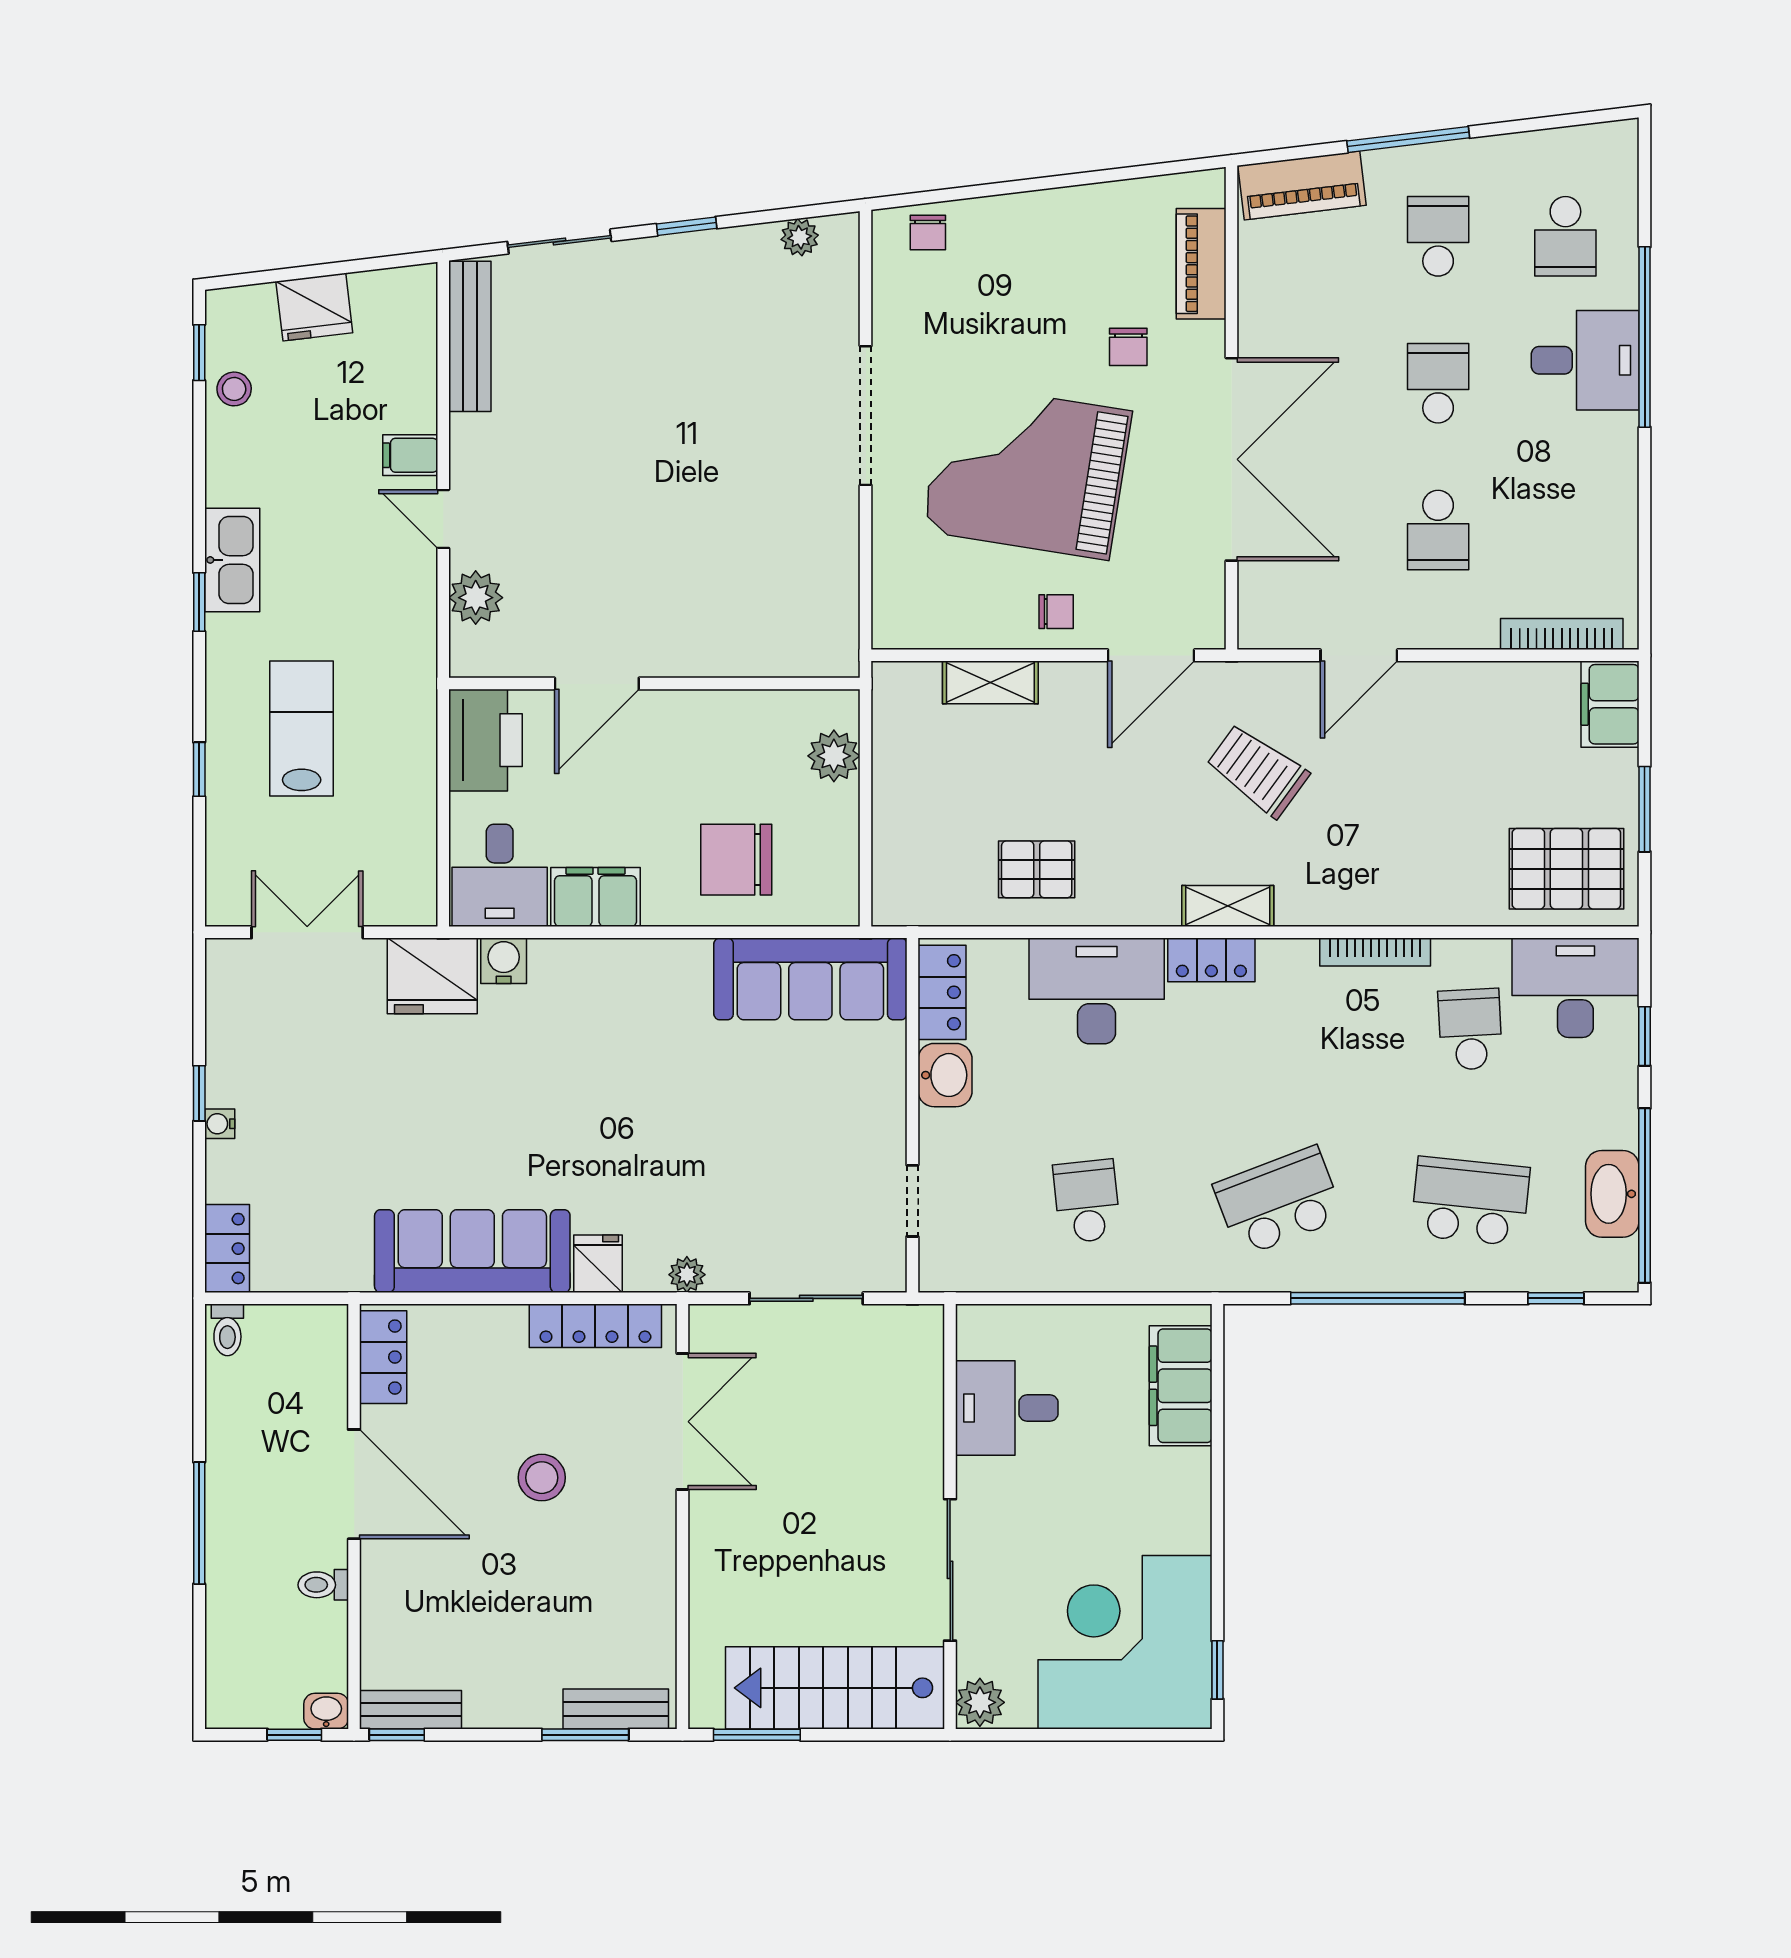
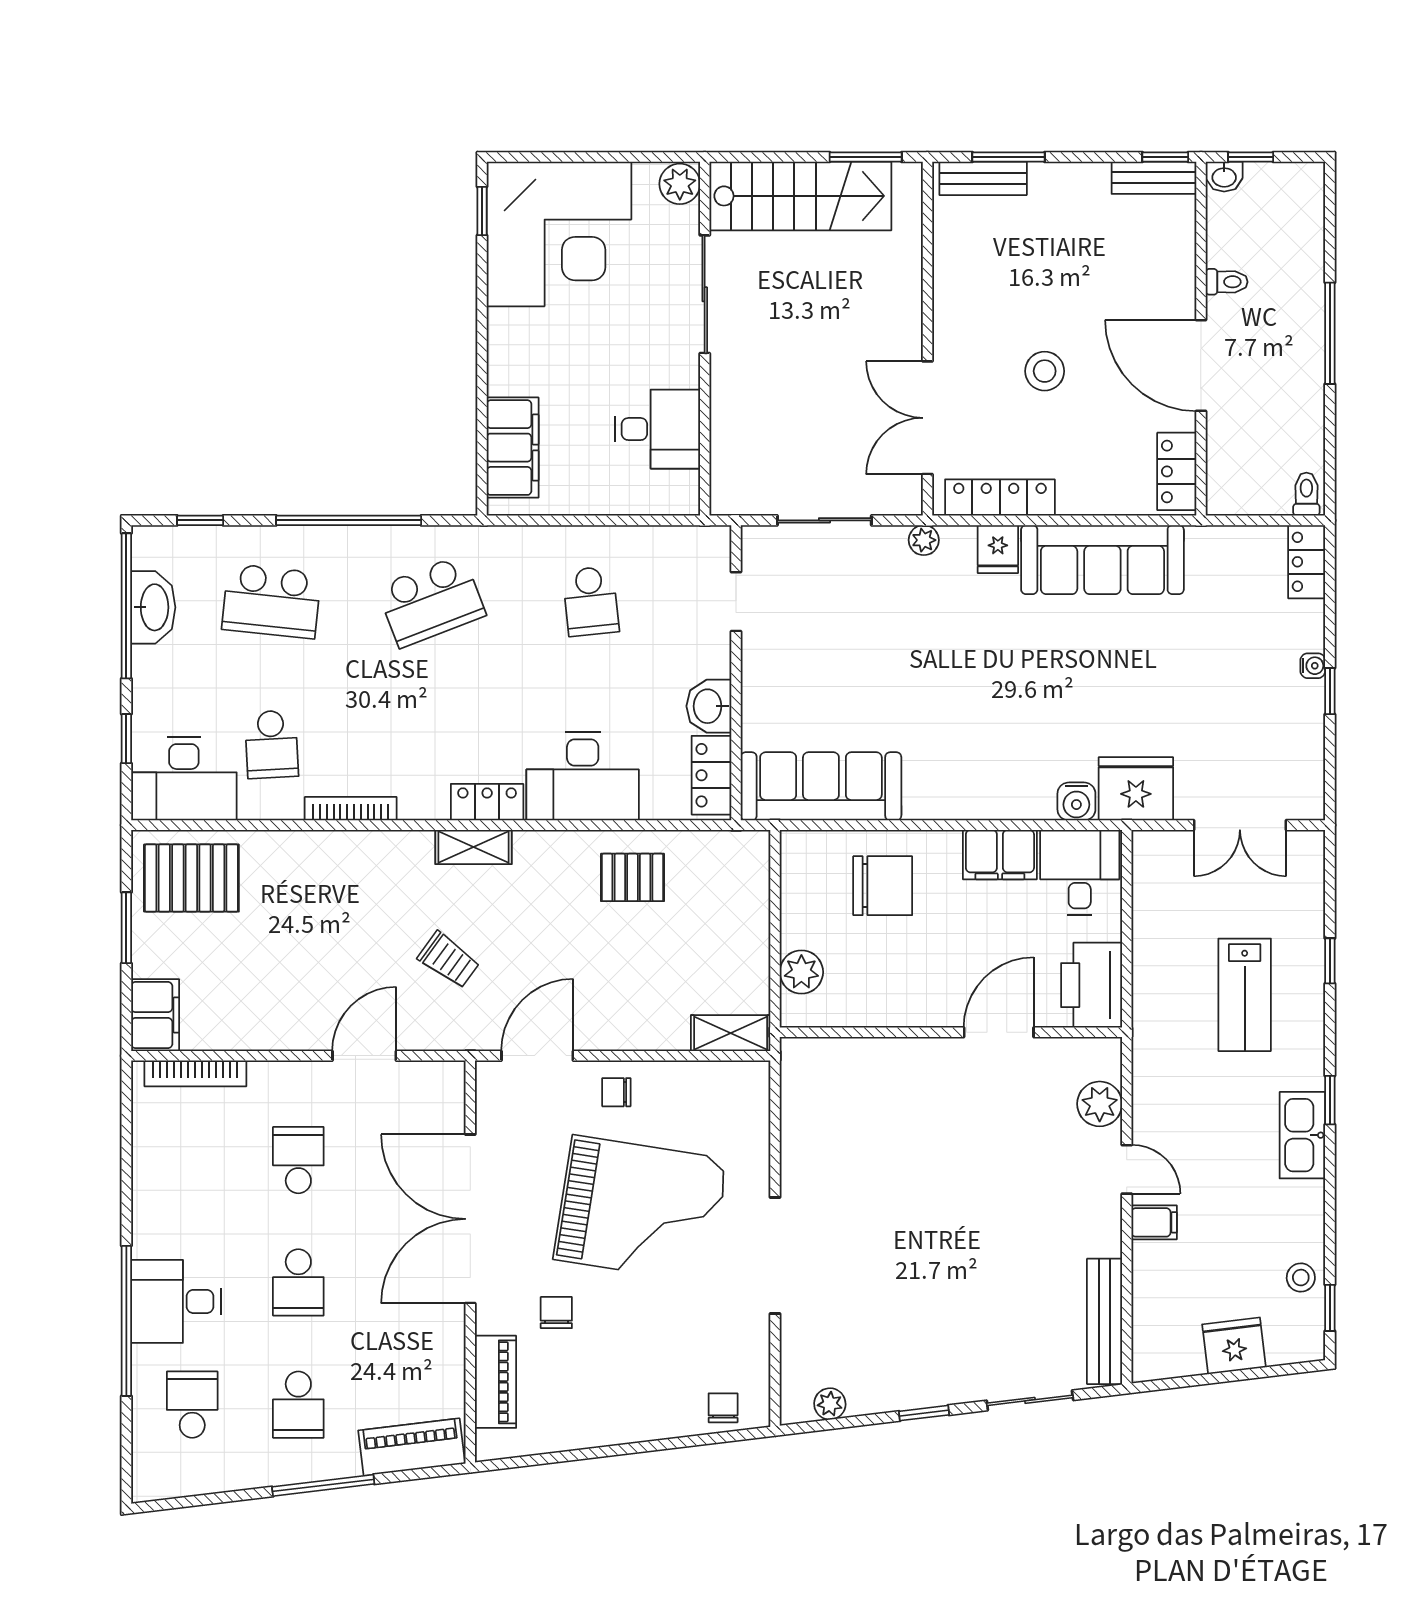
shelving: (990, 682) -> (731, 1033), moved
trolley: (1257, 770) -> (449, 960), width x0.73, depth x0.72

